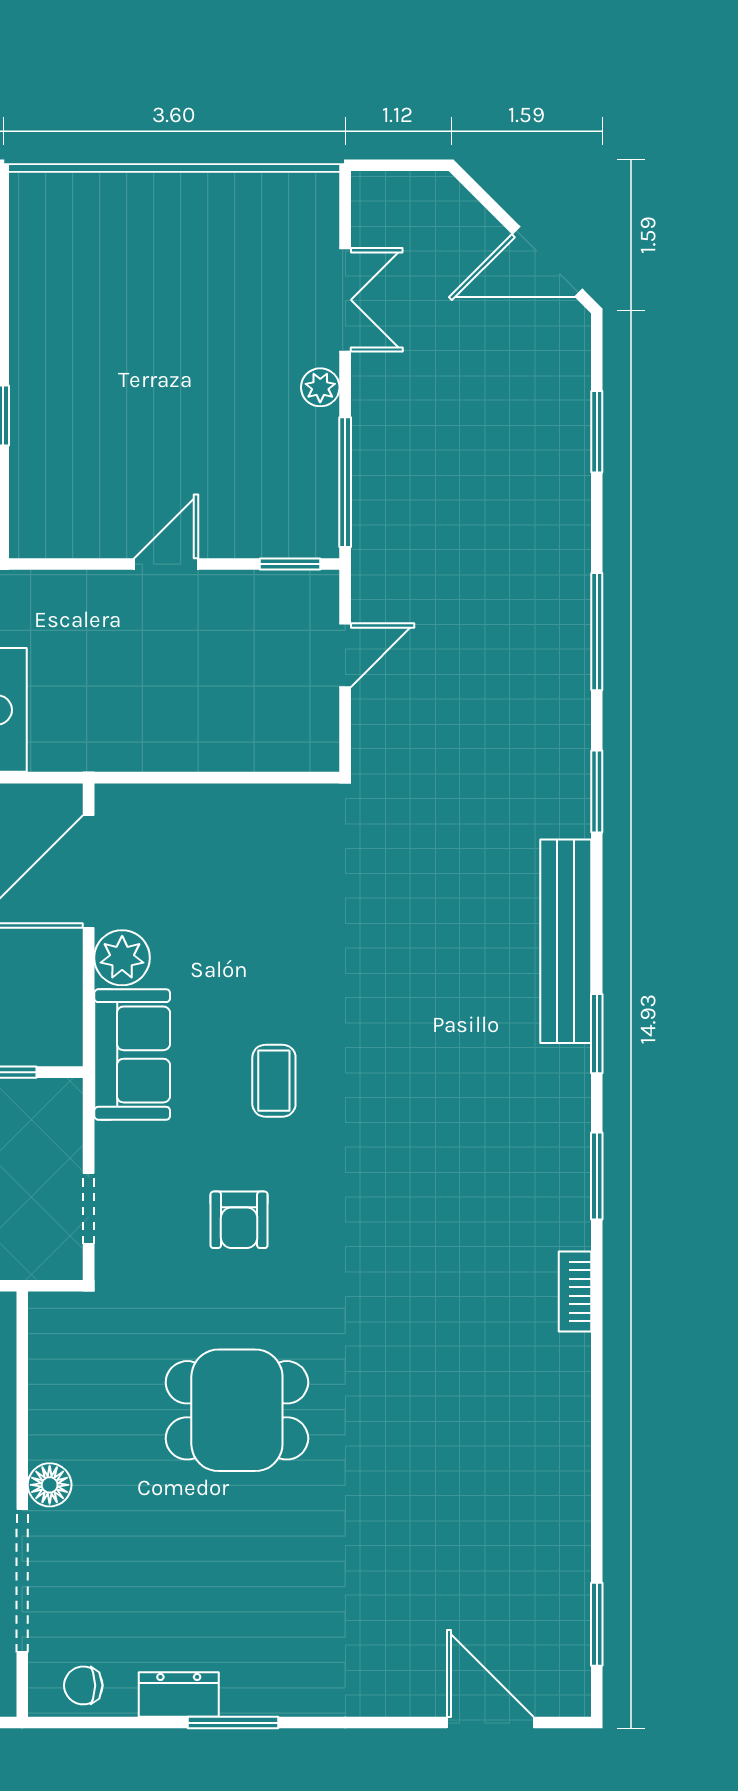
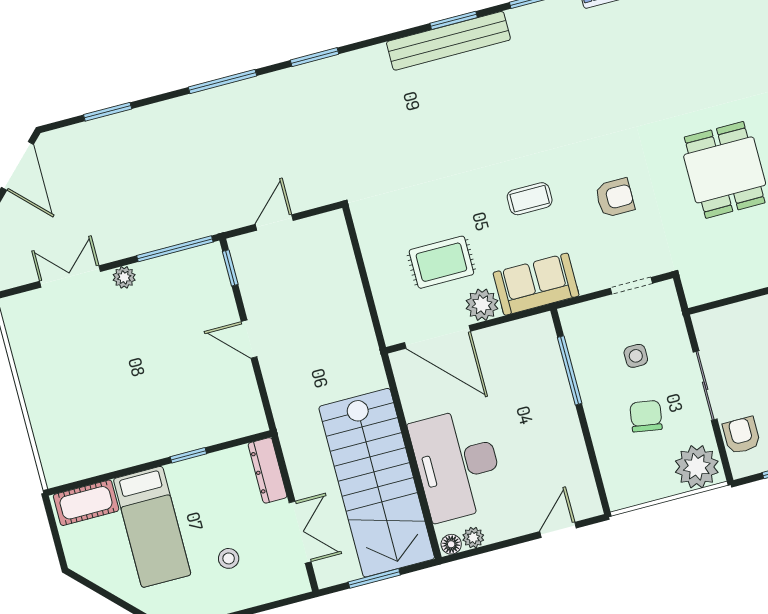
door: (345, 655) -> (274, 222), hinge flipped
rug: (209, 910) -> (441, 262), added
bench: (566, 941) -> (448, 41), moved

